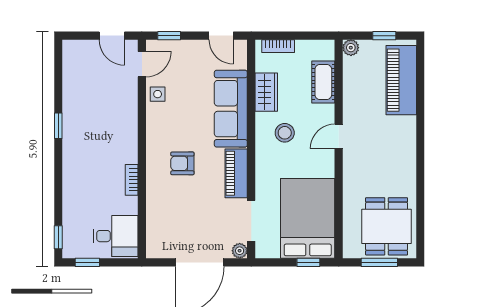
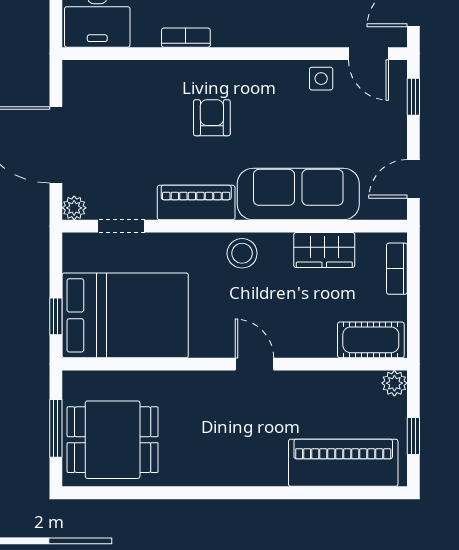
cot: (323, 82) -> (371, 340), moved
stool: (285, 133) -> (242, 253), moved
doorway: (251, 221) -> (121, 226), width x0.73

